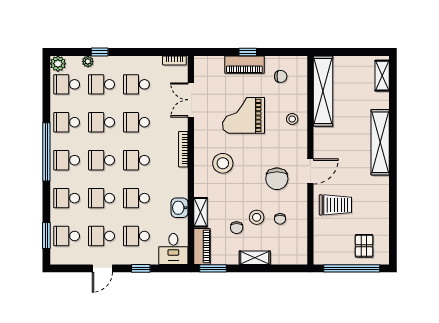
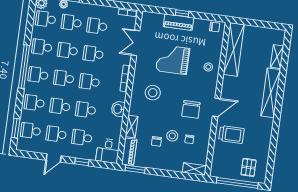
chair: (281, 76) -> (215, 27), moved
shelving: (382, 76) -> (277, 57), moved
washbasin: (179, 208) -> (118, 109), moved
shelving: (255, 258) -> (194, 169), moved

